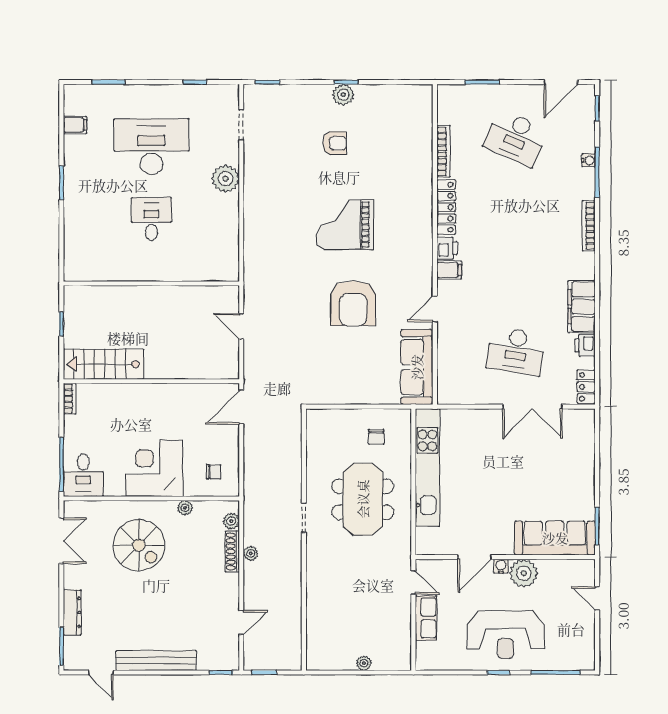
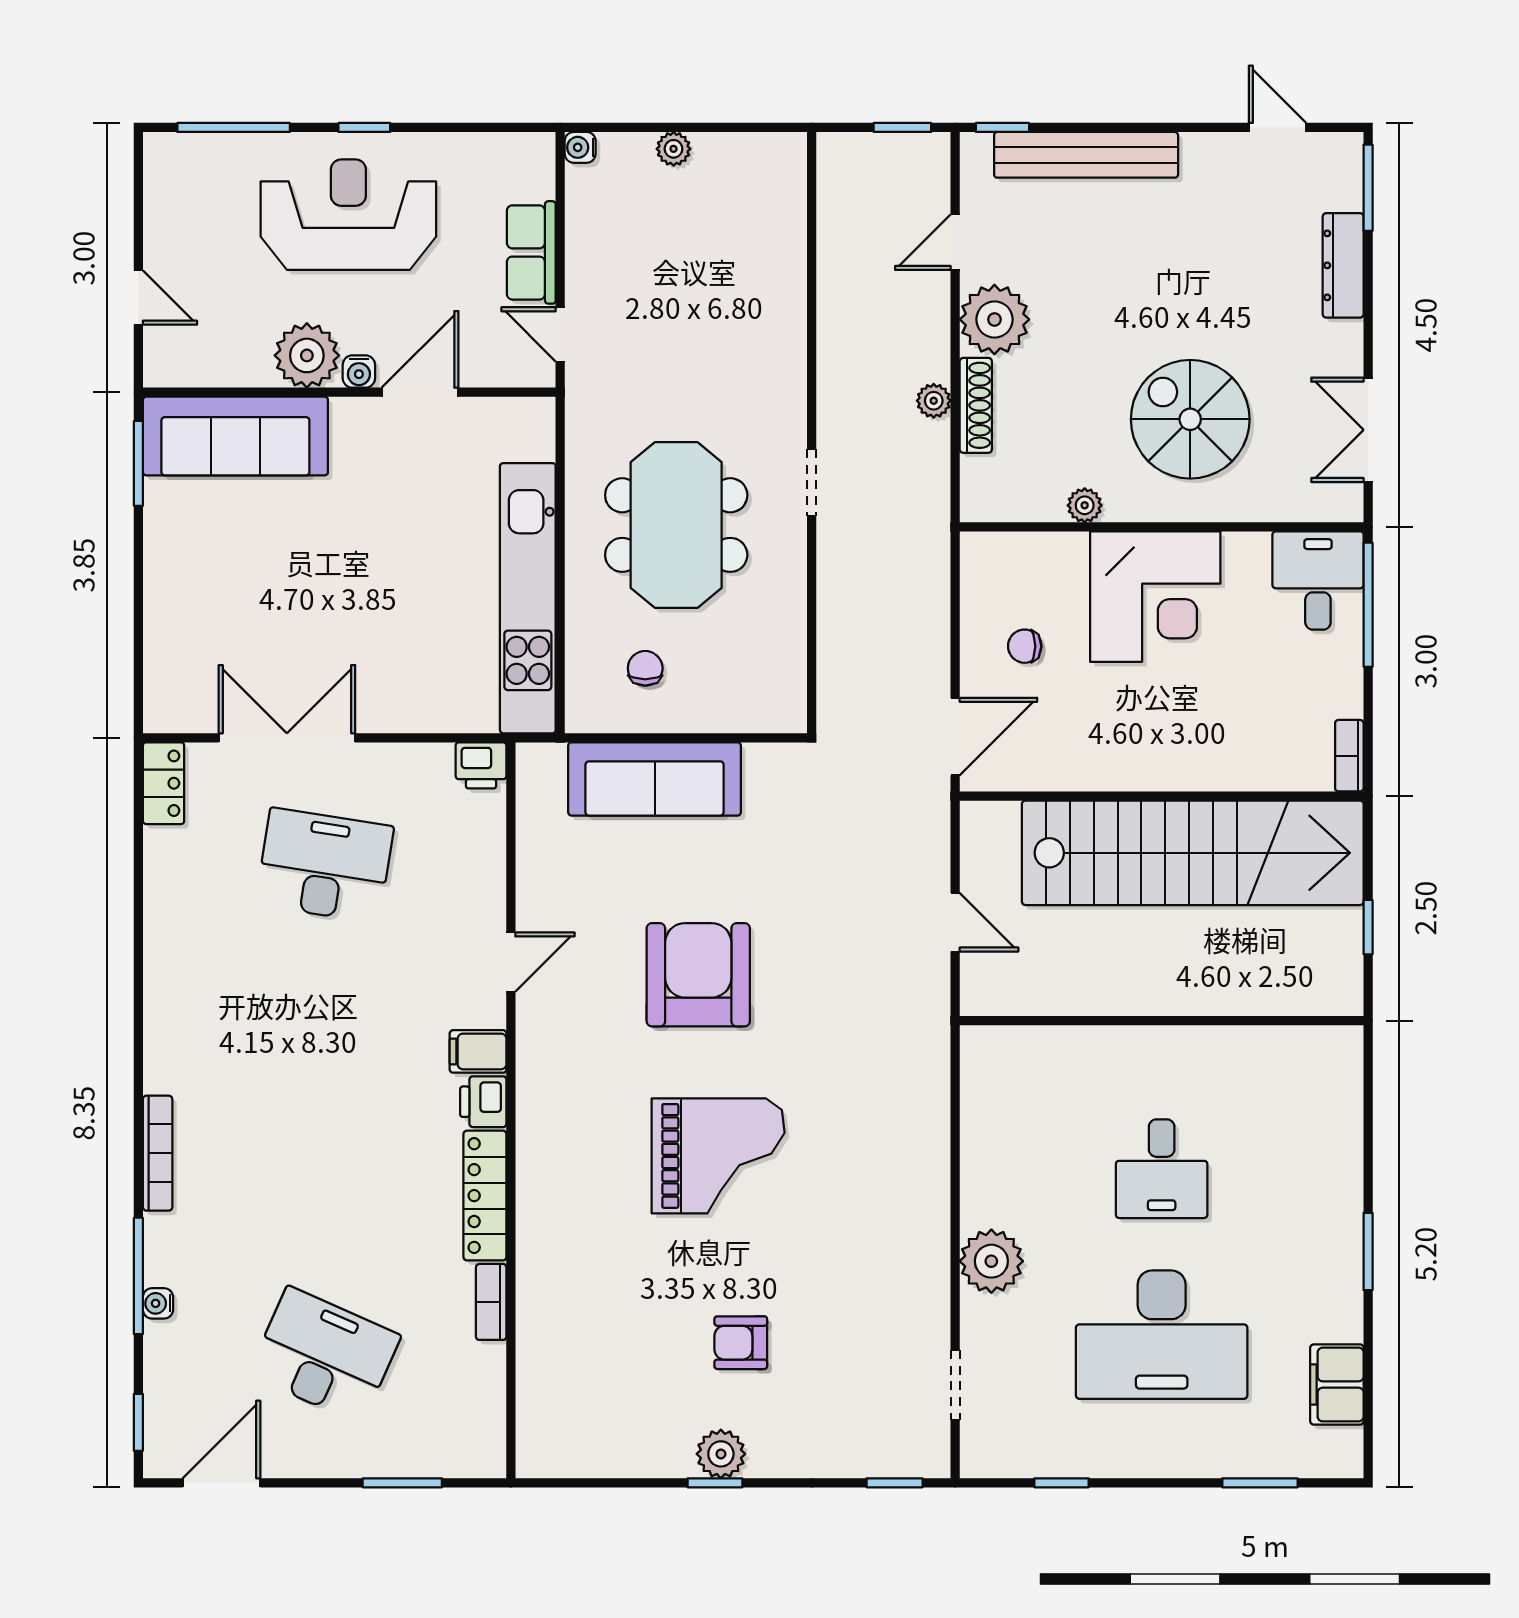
filing cabinet: (75, 125) -> (1337, 1385), width x2.00
bookcase: (443, 152) -> (491, 1302), width x0.64
filing cabinet: (582, 307) -> (174, 967), removed
printer: (585, 345) -> (481, 765), moved, turned 90
stairs: (103, 364) -> (1193, 853), width x1.86, depth x1.51
sofa: (417, 367) -> (655, 779), moved, turned 90
chair: (214, 472) -> (1025, 646), moved
plant: (231, 521) -> (994, 319), moved, width x1.88, depth x1.88
bench: (156, 661) -> (1086, 155), moved
water cooler: (405, 664) -> (580, 147), added

